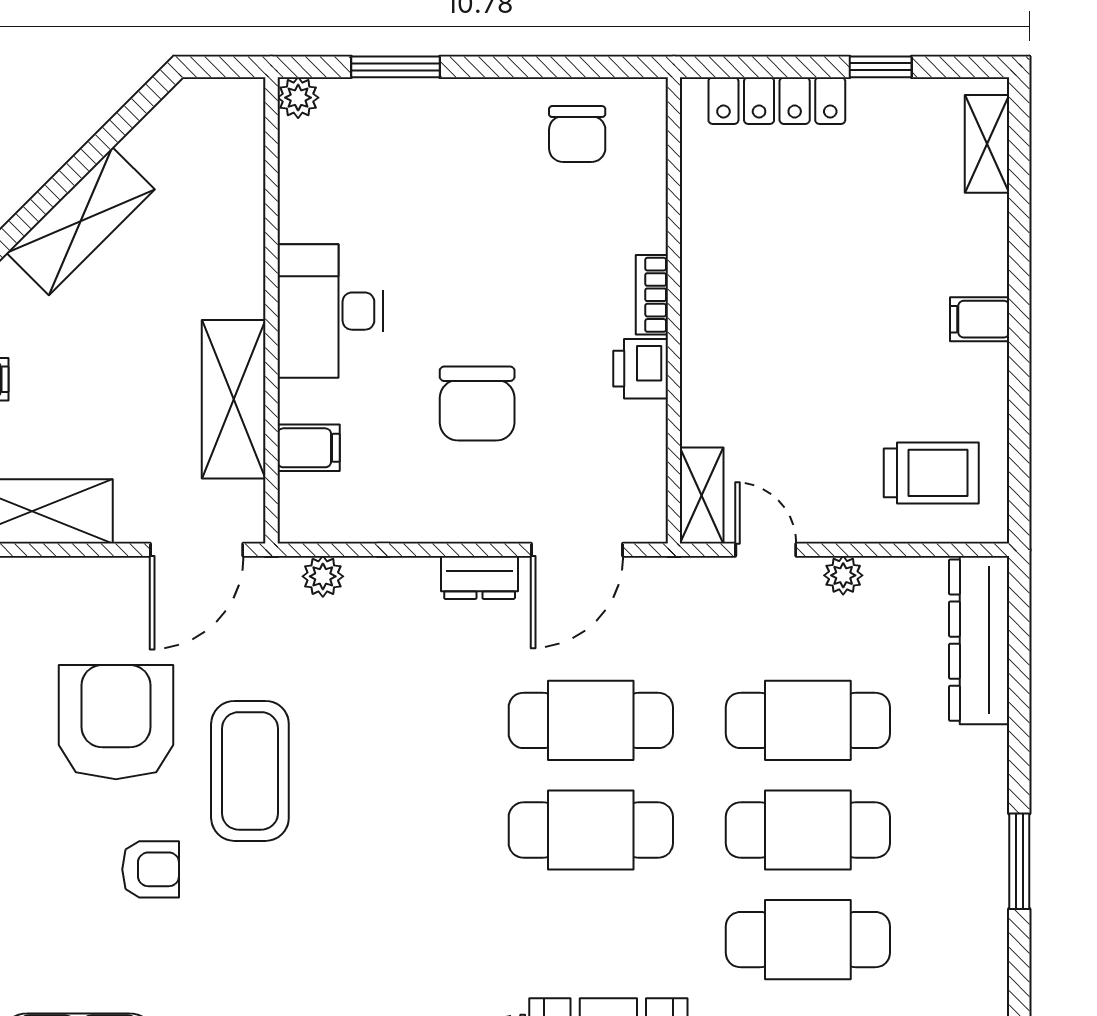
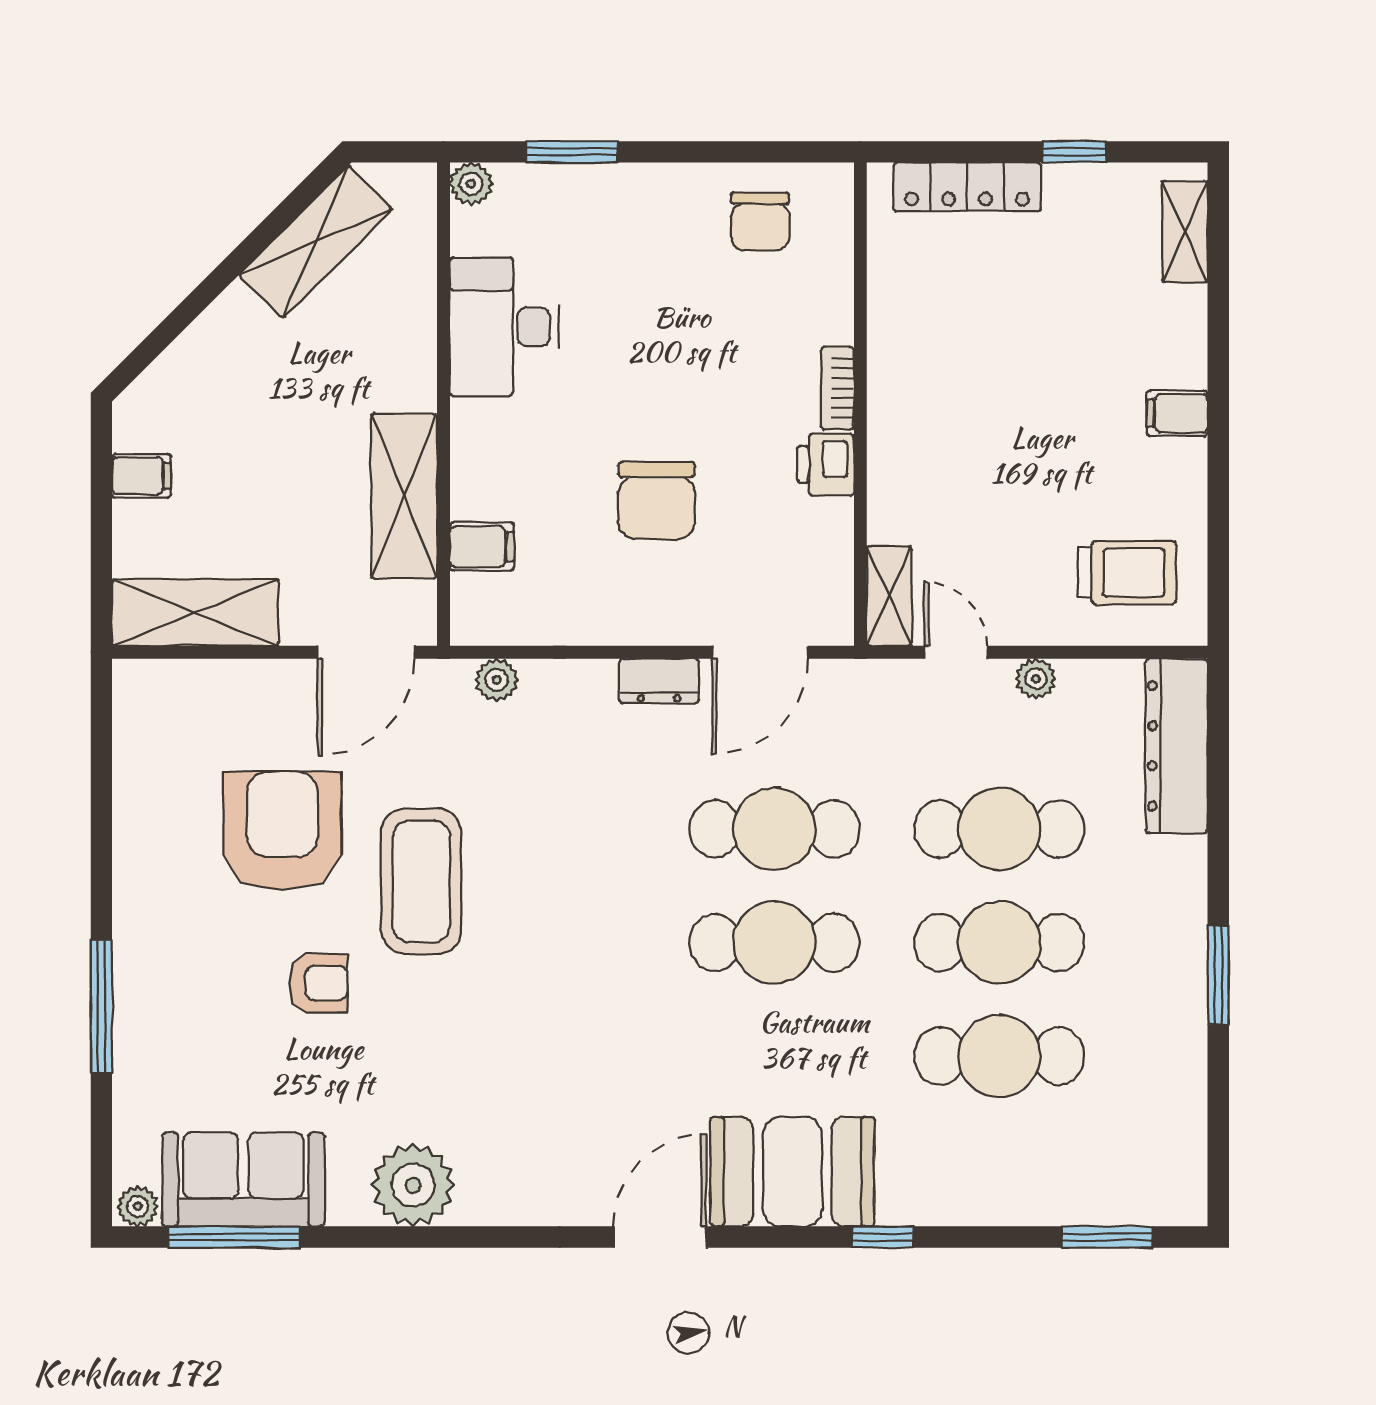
shelving: (81, 221) -> (316, 242), moved
desk: (330, 311) -> (504, 327), moved

